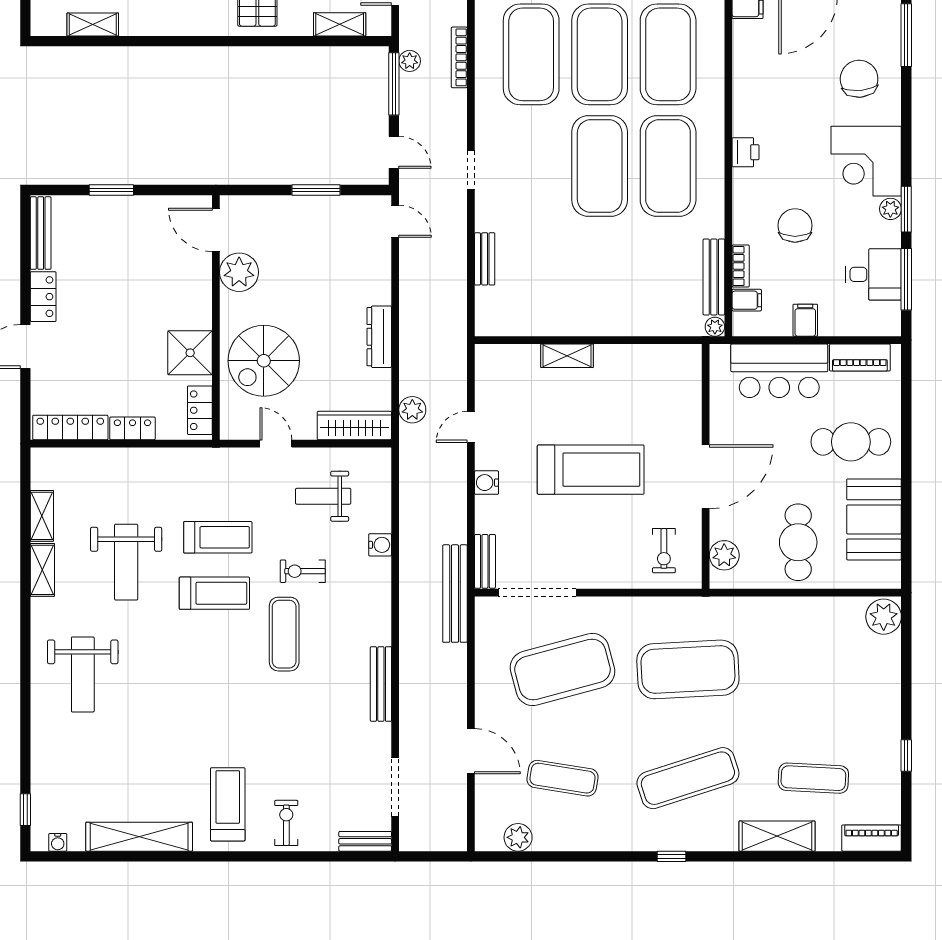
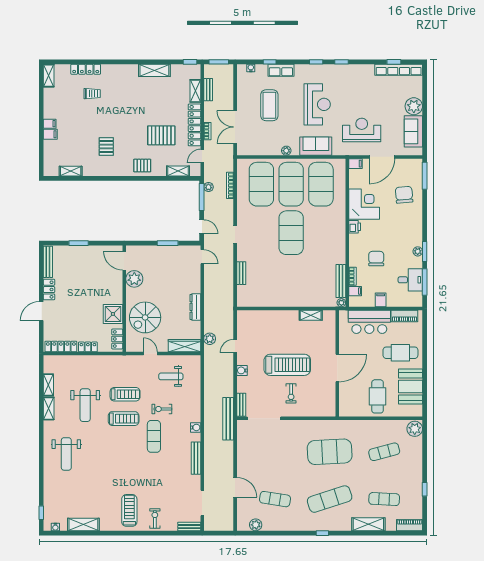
corner desk: (866, 161) -> (364, 204), moved, turned 180
exercise mat: (668, 166) -> (321, 233), removed
shelving: (567, 356) -> (311, 315), moved
water cooler: (380, 545) -> (196, 427), moved
exercise bike: (664, 551) -> (291, 393), moved
plant: (724, 555) -> (345, 402), removed
exercise mat: (562, 669) -> (384, 452), moved, width x0.50, depth x0.69
shelving: (139, 837) -> (83, 525), width x0.68

